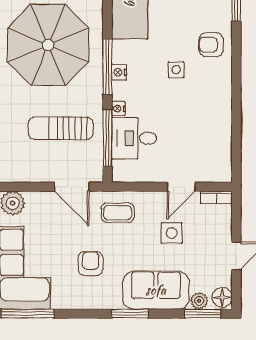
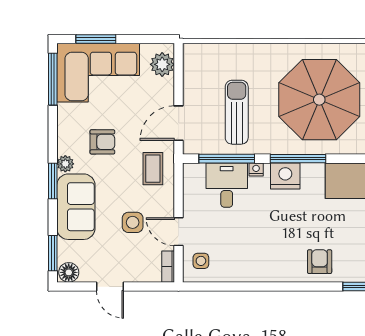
side table: (176, 70) -> (201, 261), moved
nightstand: (119, 72) -> (285, 176), width x1.89, depth x1.79
plant: (199, 301) -> (65, 164), moved

